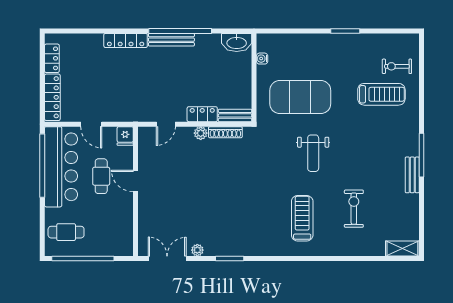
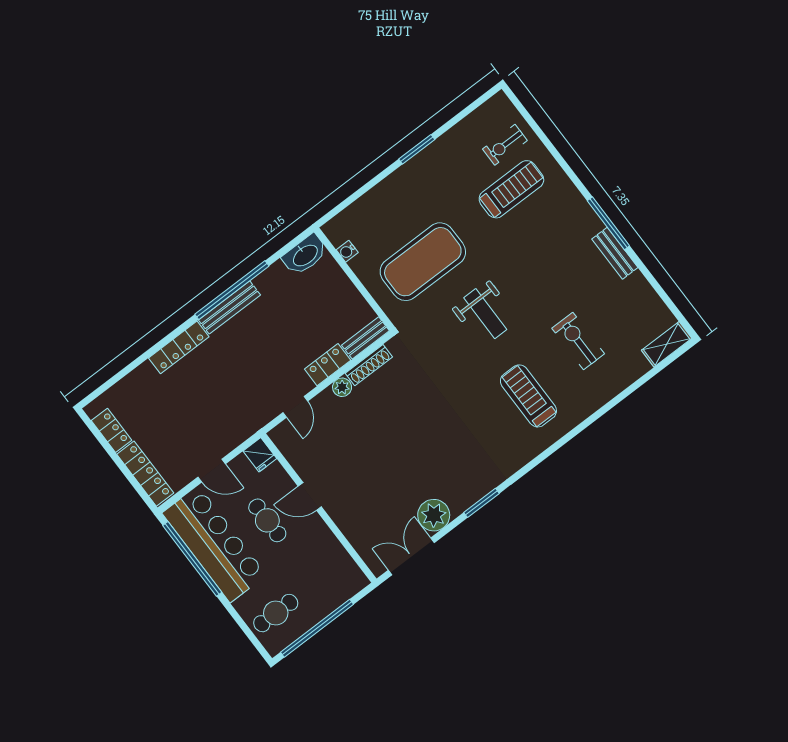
plant: (197, 250) -> (434, 515), width x1.88, depth x1.88

